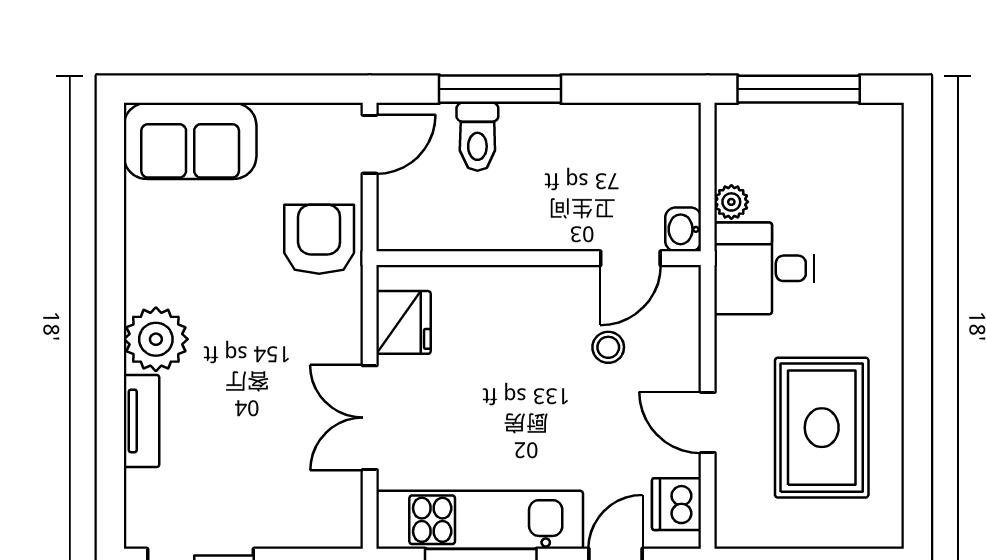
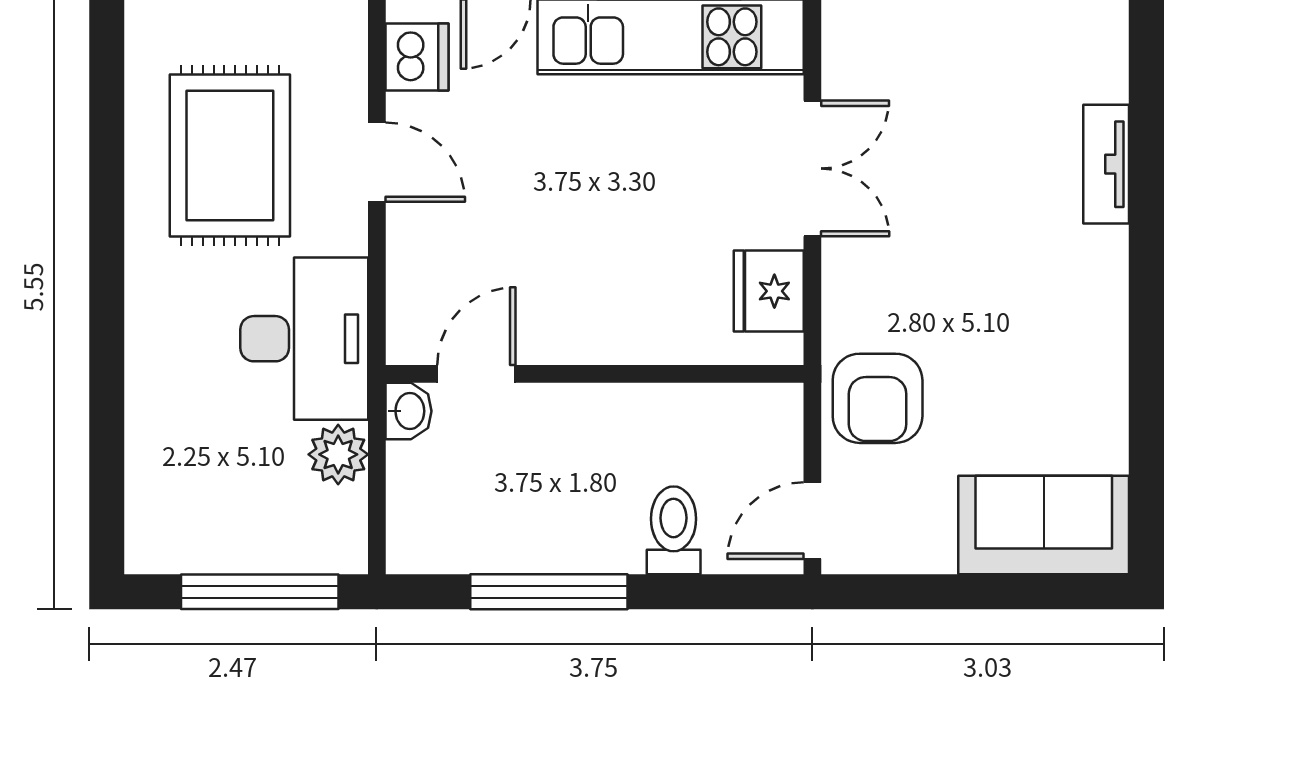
window: (500, 89) -> (549, 592), moved
plant: (731, 202) -> (338, 454), width x1.38, depth x1.38
desk: (764, 268) -> (304, 339), width x1.37
plant: (156, 339) -> (1088, 269), removed
stool: (608, 347) -> (505, 259), removed

